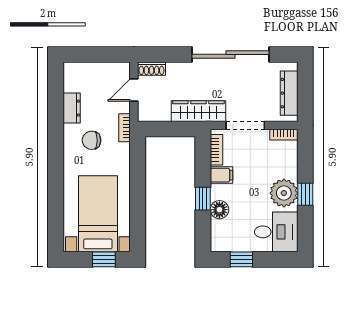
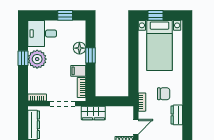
wardrobe: (198, 111) -> (93, 113), width x0.67

